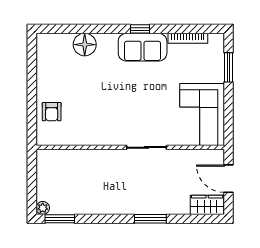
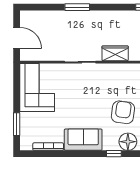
window: (140, 29) -> (114, 154), moved
armchair: (91, 83) -> (123, 112), added
wardrobe: (207, 205) -> (115, 53), moved, turned 180

